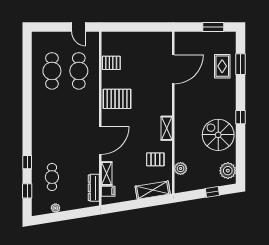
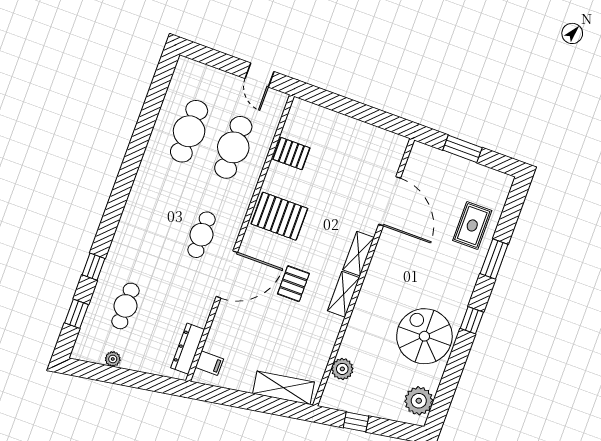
window: (213, 27) -> (463, 149), moved
window: (240, 64) -> (494, 259), moved
door: (173, 69) -> (390, 201), hinge flipped
cafe table: (79, 124) -> (201, 235), added
pallet: (155, 159) -> (293, 284), moved, turned 90
shelving: (107, 174) -> (359, 254), moved
window: (212, 192) -> (356, 422), moved

